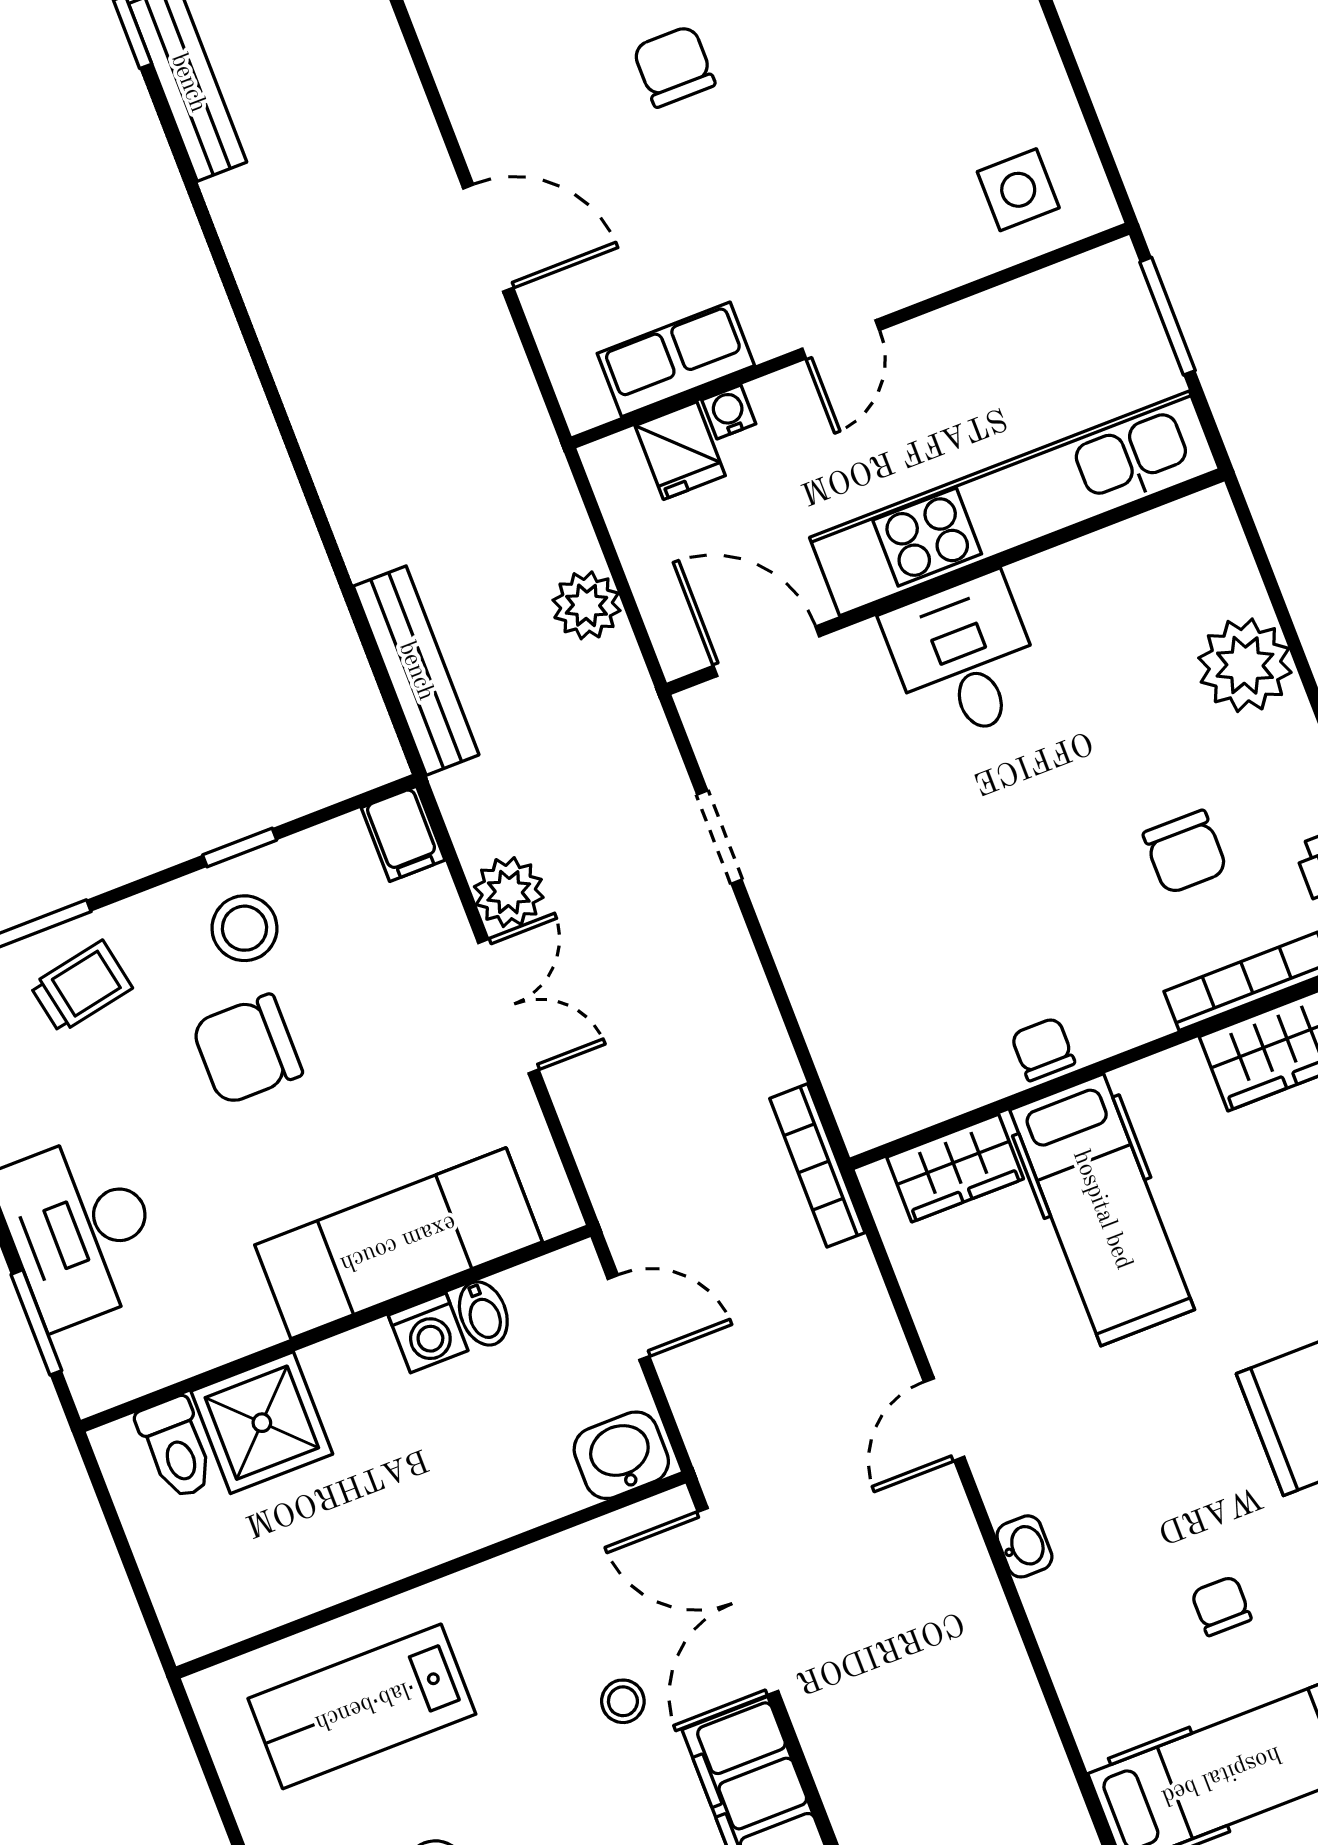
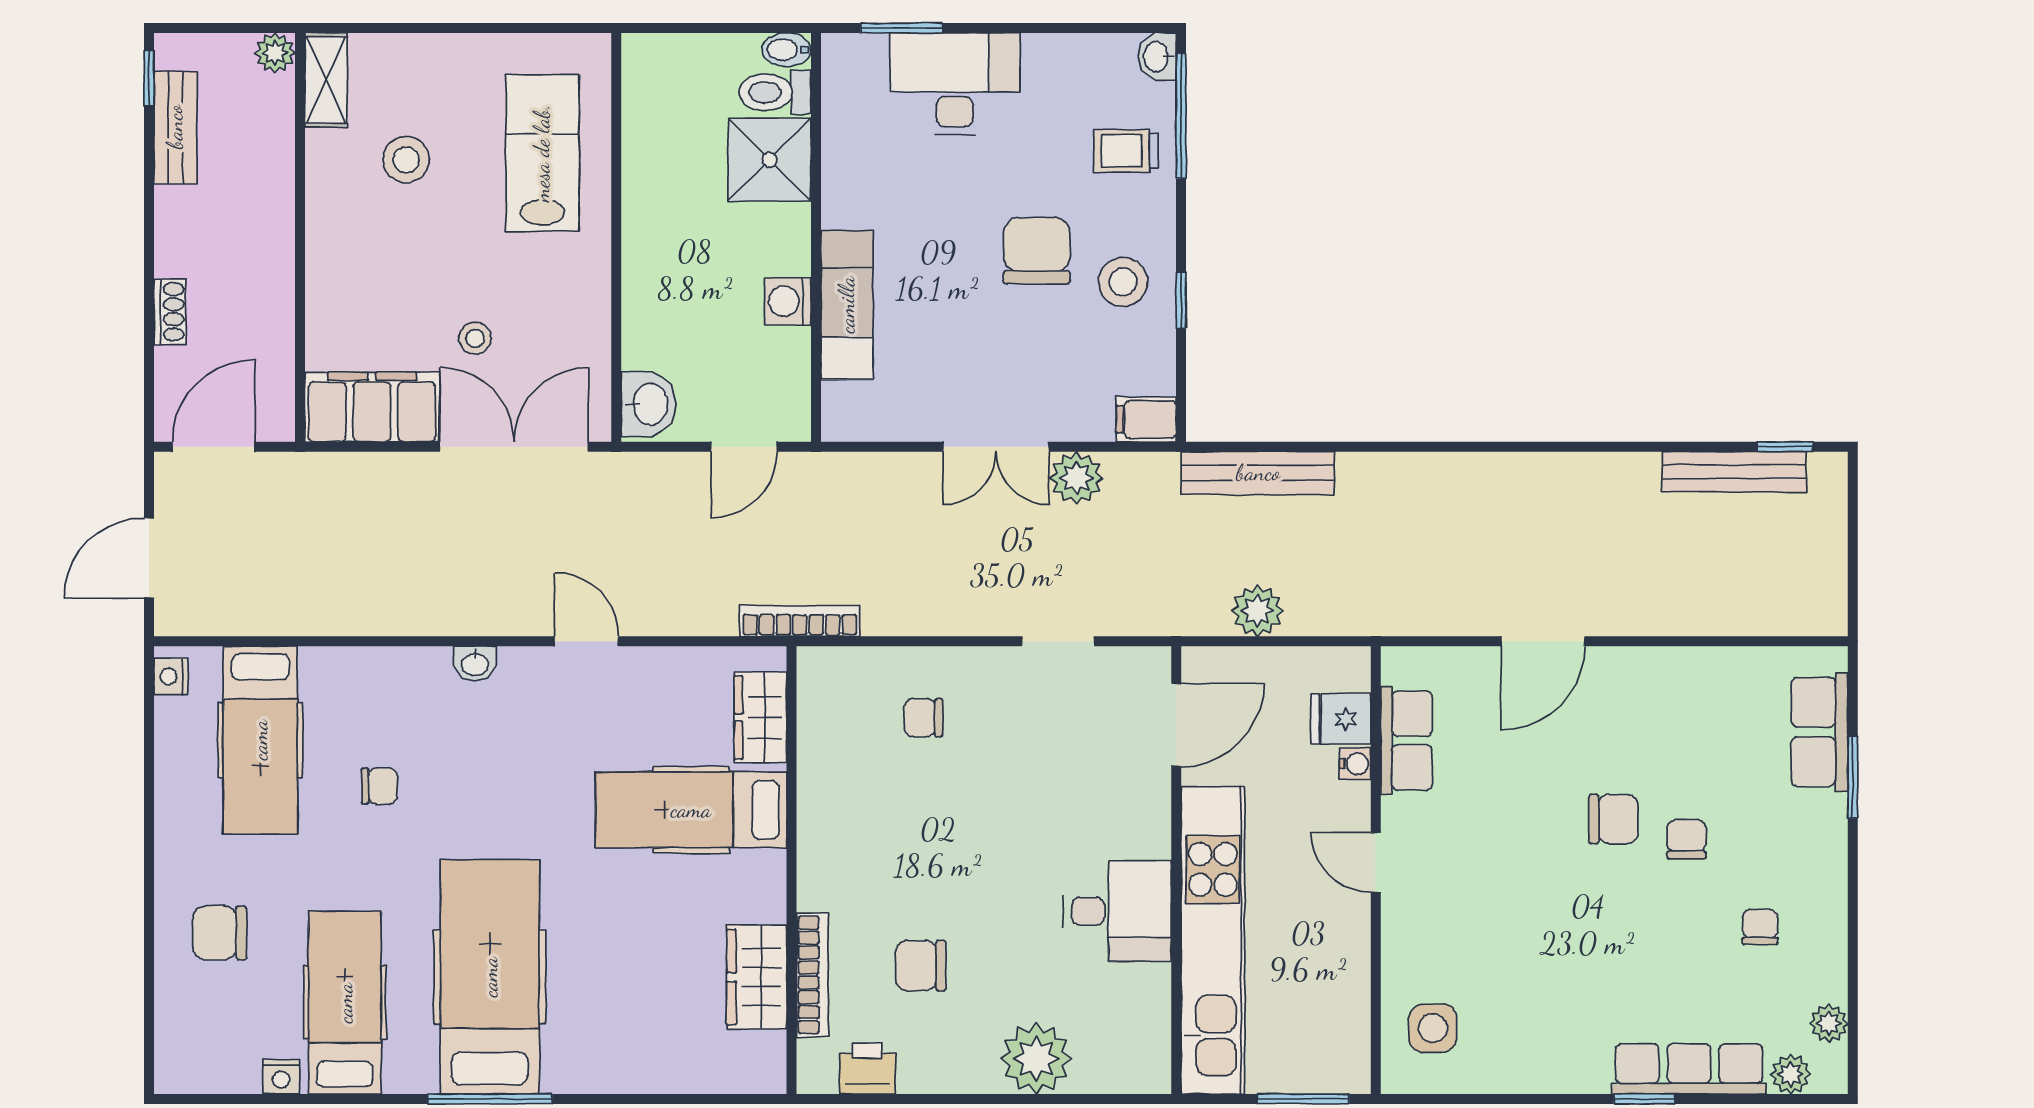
desk: (964, 658) -> (1117, 911), moved
trolley: (81, 987) -> (1126, 151), turned 101
chair: (1043, 1049) -> (923, 718), moved, turned 180
exam couch: (398, 1243) -> (847, 305), width x0.73, depth x0.69
bidet: (483, 1313) -> (786, 50), moved

